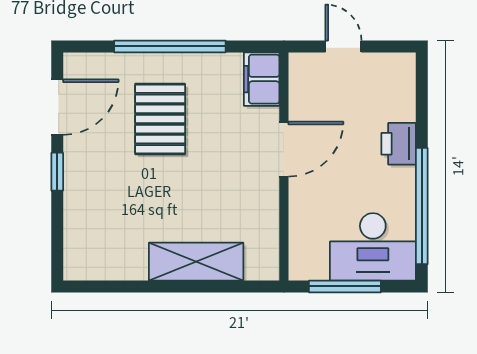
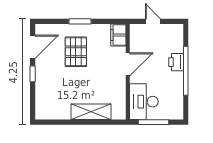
window: (170, 46) -> (80, 21), width x0.47
window: (422, 206) -> (186, 71), moved
desk: (373, 247) -> (144, 102), moved, turned 90

